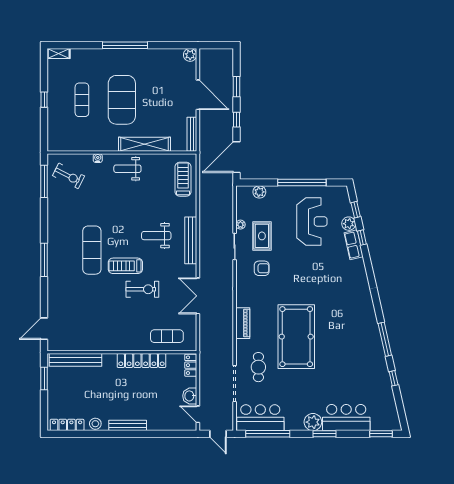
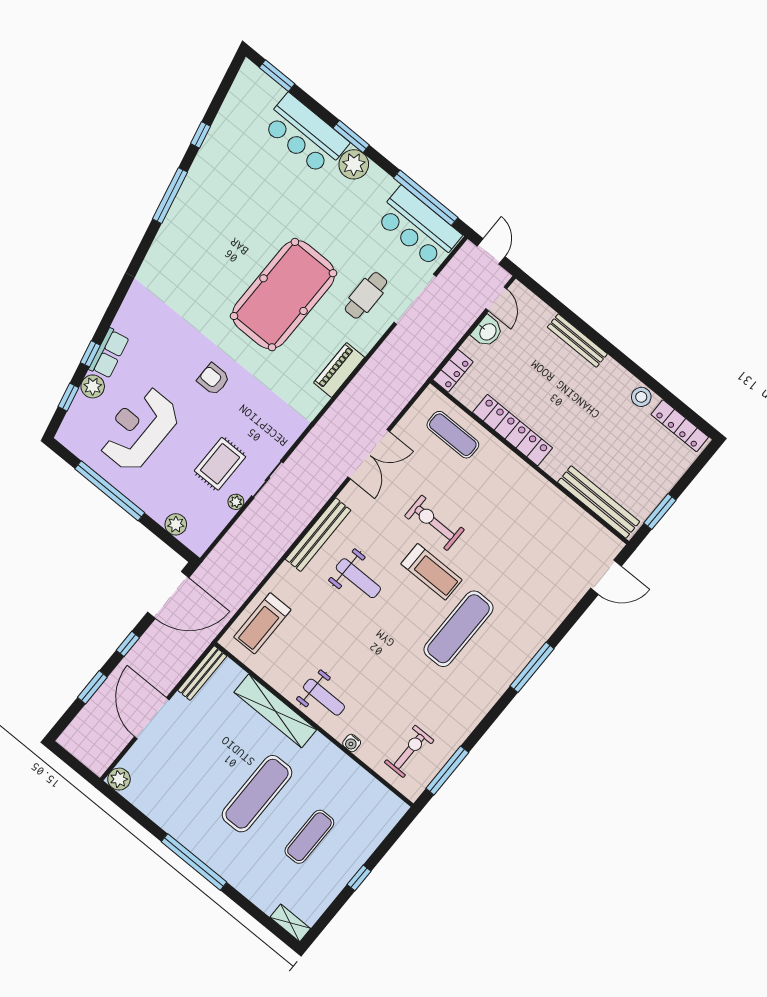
exercise mat: (122, 100) -> (257, 794), width x0.68
exercise bike: (68, 176) -> (409, 751), turned 63
armchair: (262, 268) -> (213, 379), moved
bench: (128, 425) -> (577, 340), moved

